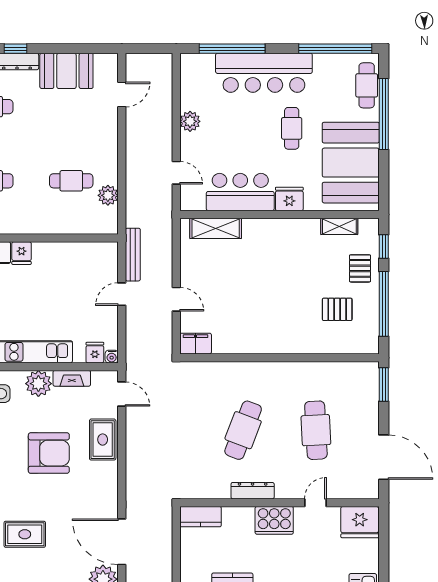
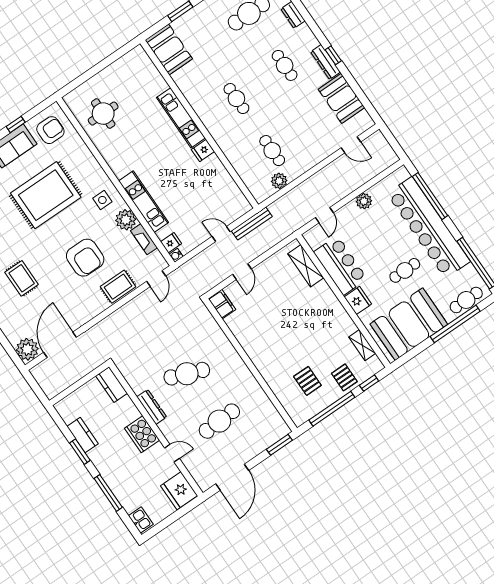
bar counter: (264, 73) -> (429, 228), width x1.36
pallet: (360, 268) -> (344, 377), turned 90

